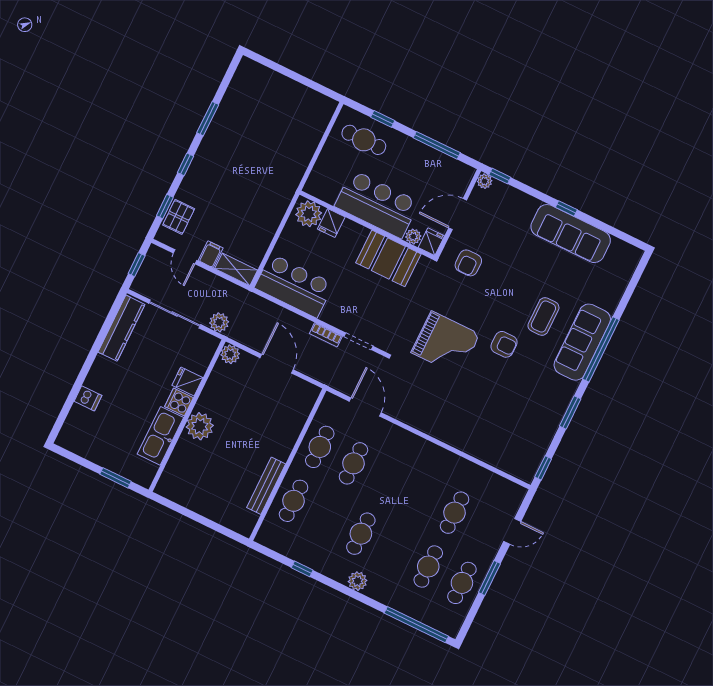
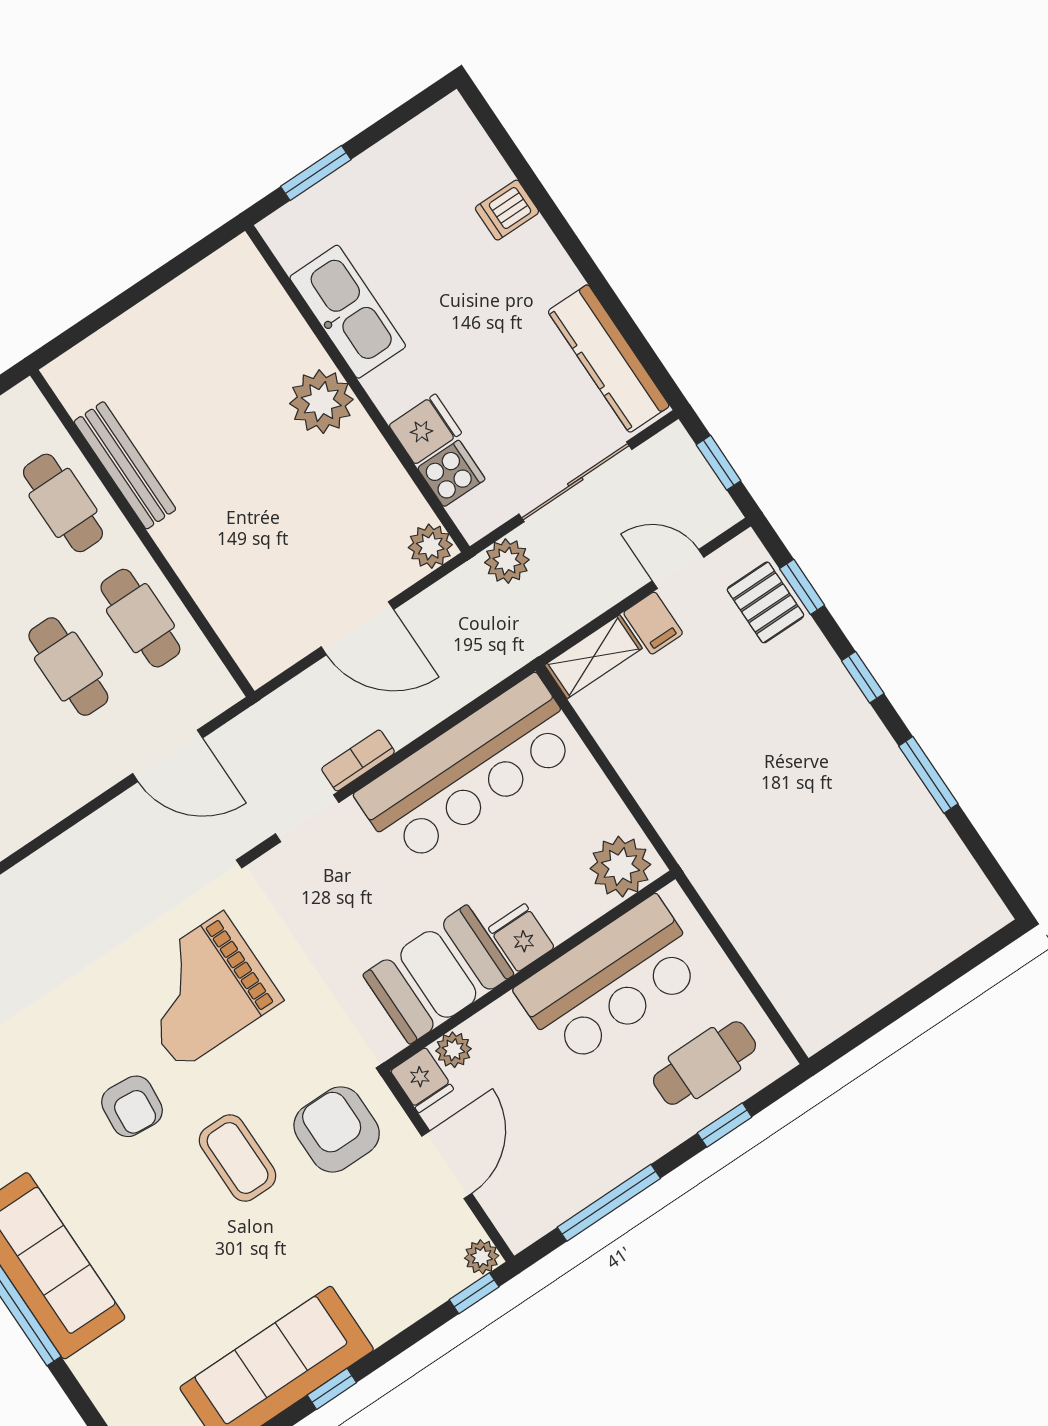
bar counter: (377, 204) -> (611, 981), moved
fridge: (331, 223) -> (521, 938), moved
armchair: (468, 263) -> (337, 1129), width x1.38, depth x1.38
bar counter: (294, 286) -> (469, 770), width x1.36
coffee table: (543, 317) -> (238, 1158), moved
armchair: (504, 344) -> (132, 1106), turned -85
cooker: (179, 402) -> (451, 474), moved

